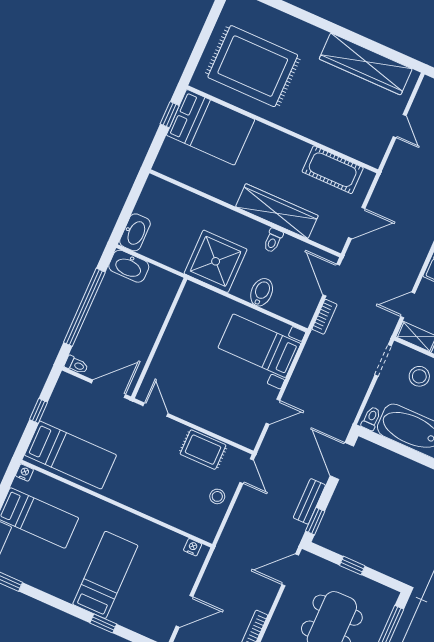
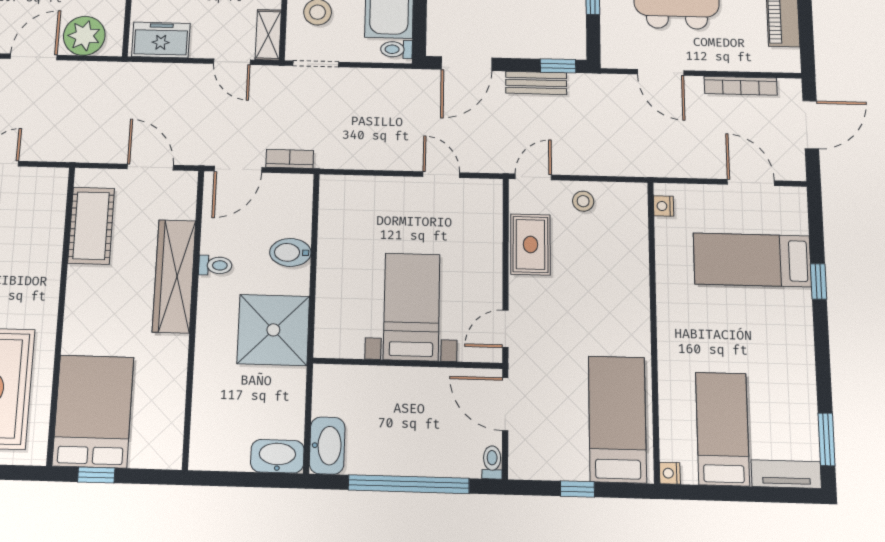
bed with nightstands: (259, 346) -> (412, 307), moved, turned 180
door: (290, 570) -> (661, 72), moved
bed: (105, 575) -> (752, 260), moved

